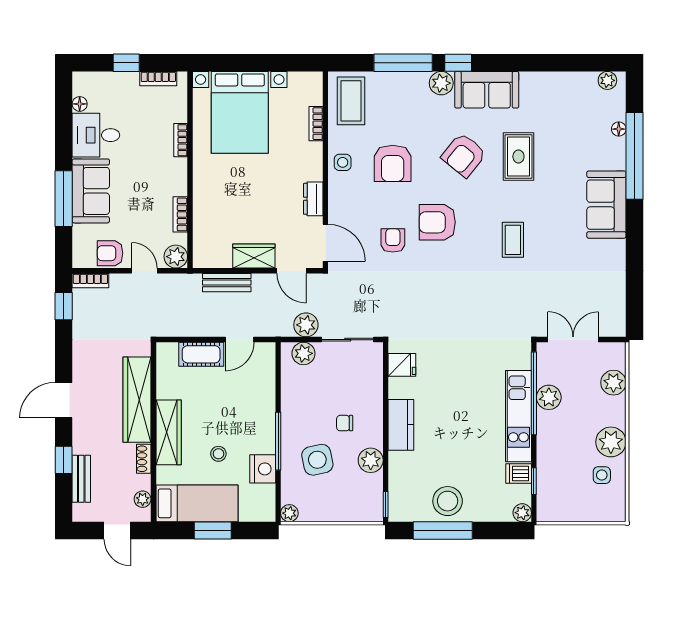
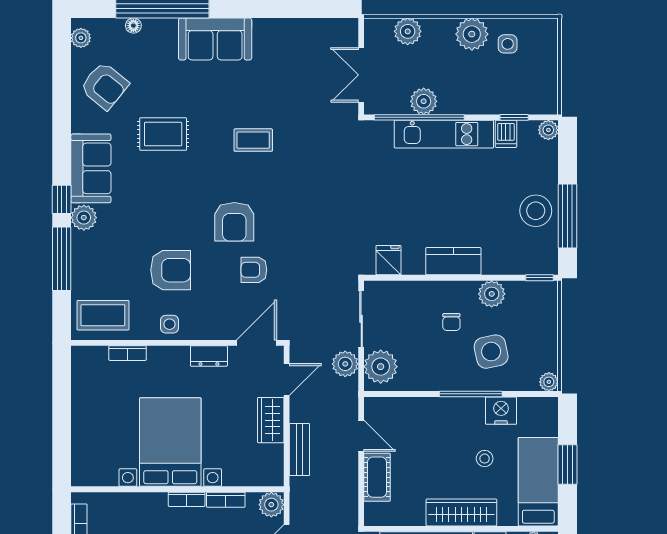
bed with nightstands: (240, 112) -> (170, 442), moved, turned -90
bookcase: (181, 140) -> (187, 499), moved
armchair: (464, 155) -> (104, 86), moved
plant: (303, 353) -> (381, 367), width x1.36, depth x1.36

